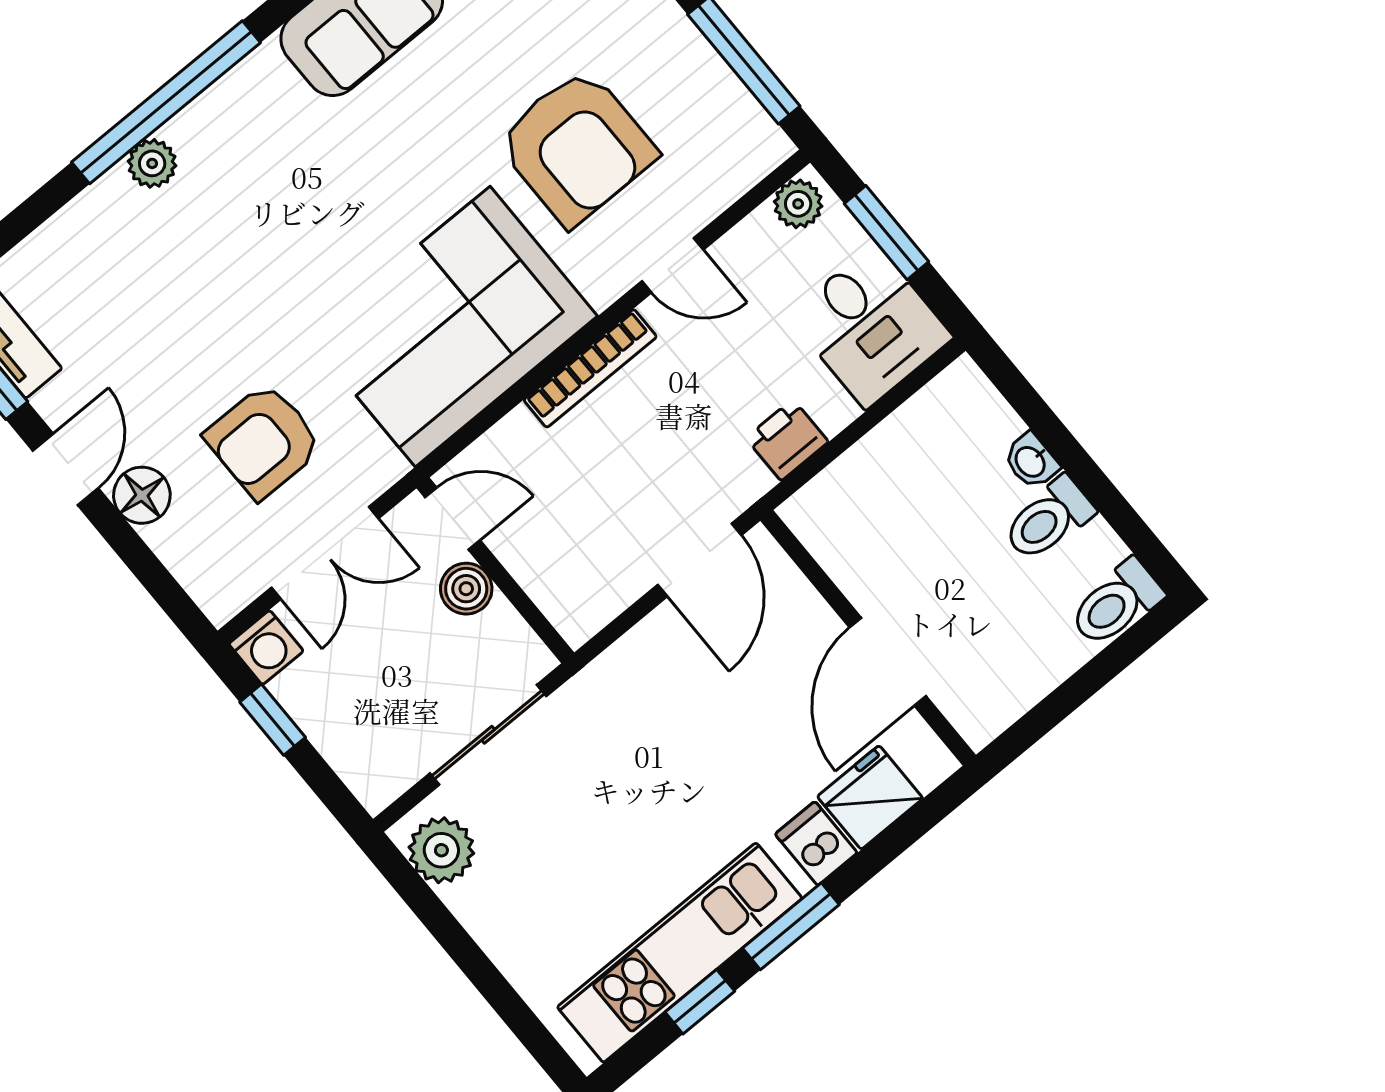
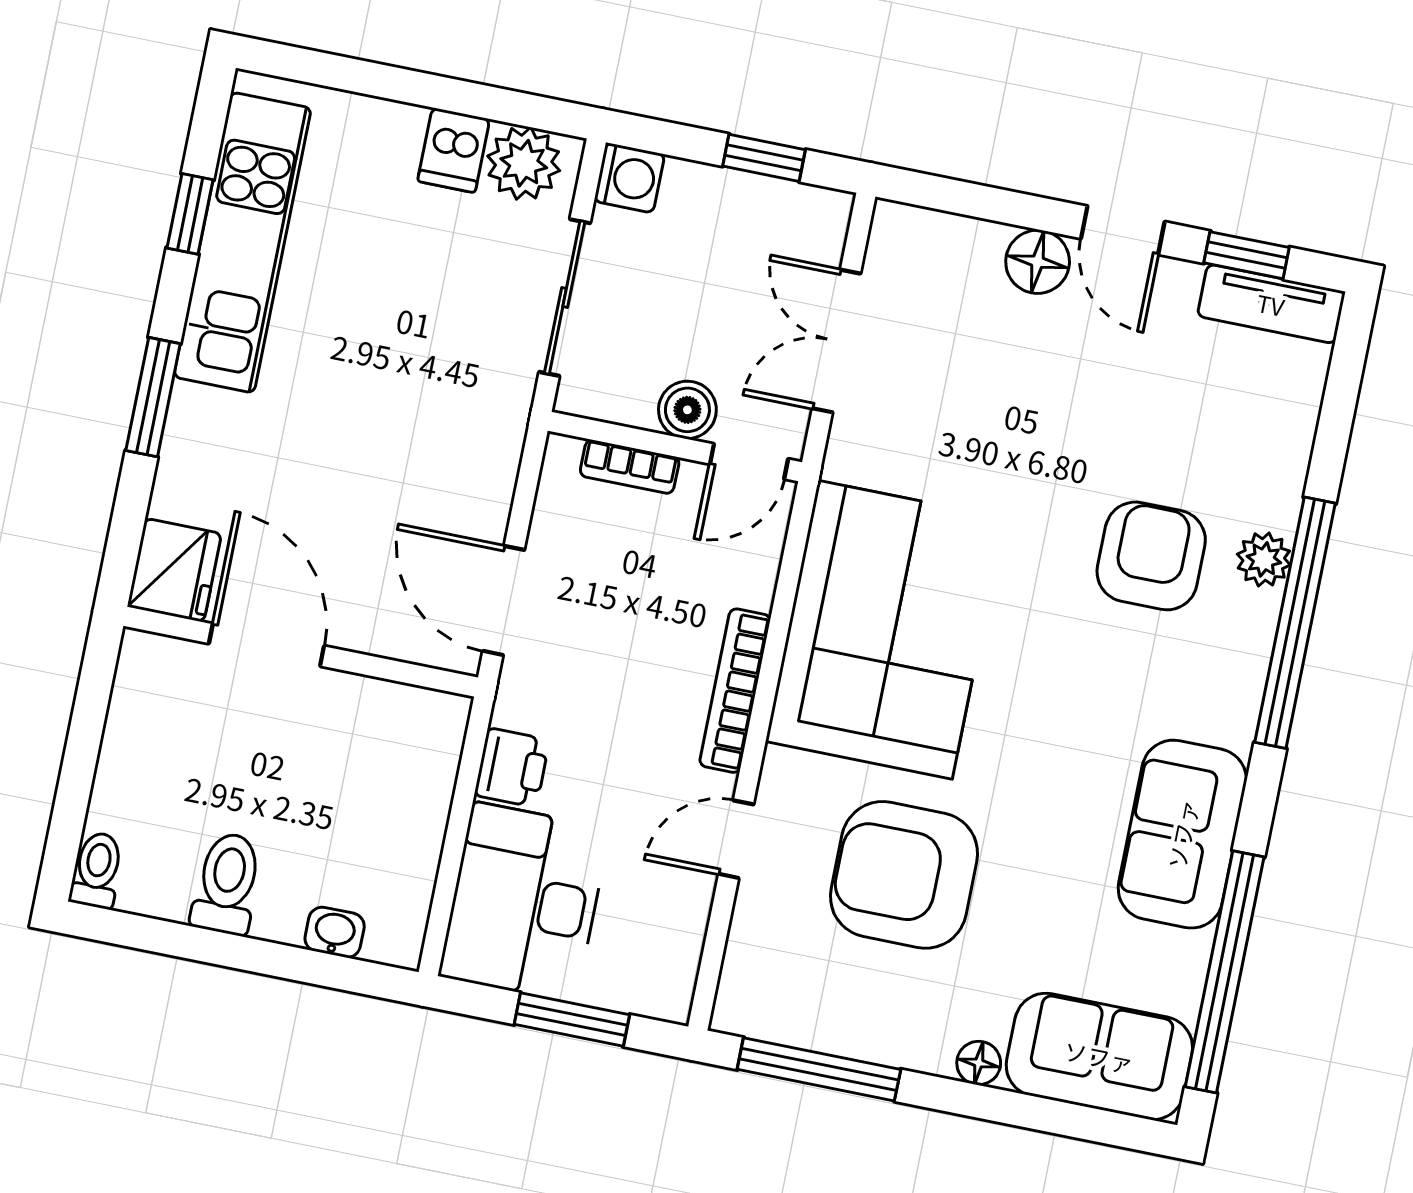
plant: (798, 204) -> (670, 982), removed
desk: (870, 326) -> (524, 902), width x1.37
armchair: (263, 441) -> (1151, 556), moved
washbasin: (1031, 461) -> (335, 932), moved
bookcase: (538, 582) -> (630, 467), added
toilet: (1116, 603) -> (97, 870), width x0.73, depth x0.72
washing machine: (266, 647) -> (629, 178), moved, turned 180
fridge: (870, 797) -> (174, 570), moved
dishwasher: (816, 843) -> (454, 150), moved, turned 90
window: (791, 926) -> (153, 397), moved

